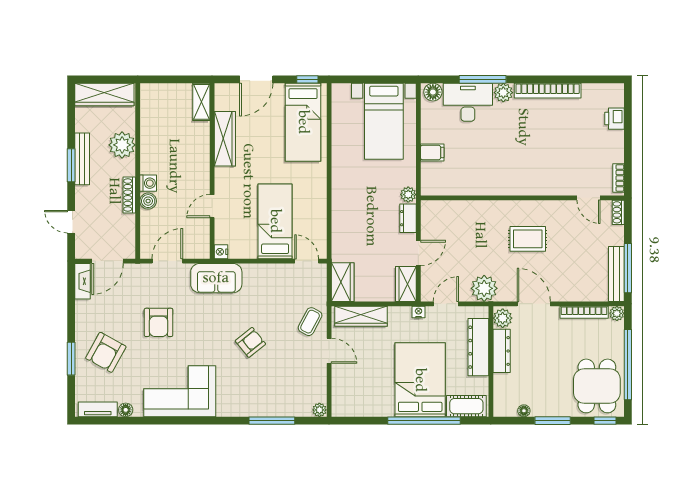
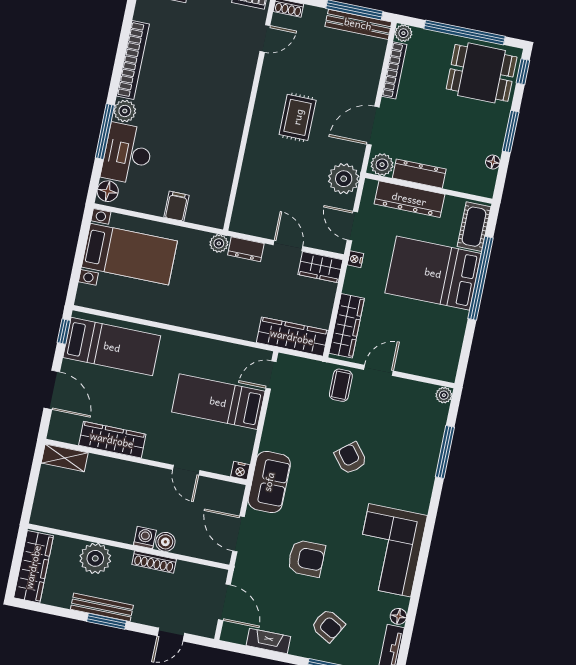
fireplace: (83, 281) -> (268, 641), moved
wardrobe: (343, 282) -> (292, 337), width x1.50
coffee table: (310, 322) -> (341, 385), turned 62
armchair: (106, 352) -> (328, 625), width x0.72, depth x0.72

